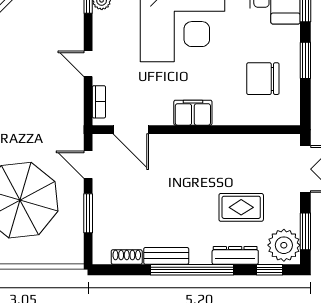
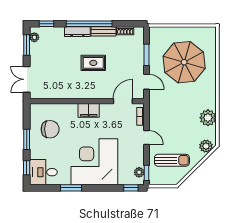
sun lounger: (42, 22) -> (172, 160), added
door: (131, 130) -> (123, 101), hinge flipped
rug: (241, 207) -> (93, 63), moved
plant: (284, 245) -> (34, 37), width x0.53, depth x0.53
dresser: (235, 255) -> (77, 32), moved

